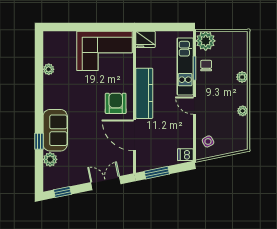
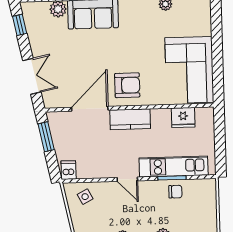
fridge: (146, 39) -> (183, 118), moved, turned -90
plant: (206, 41) -> (205, 190), removed
kitchen counter: (144, 93) -> (130, 119), width x0.67
door: (195, 106) -> (127, 179), swing flipped

